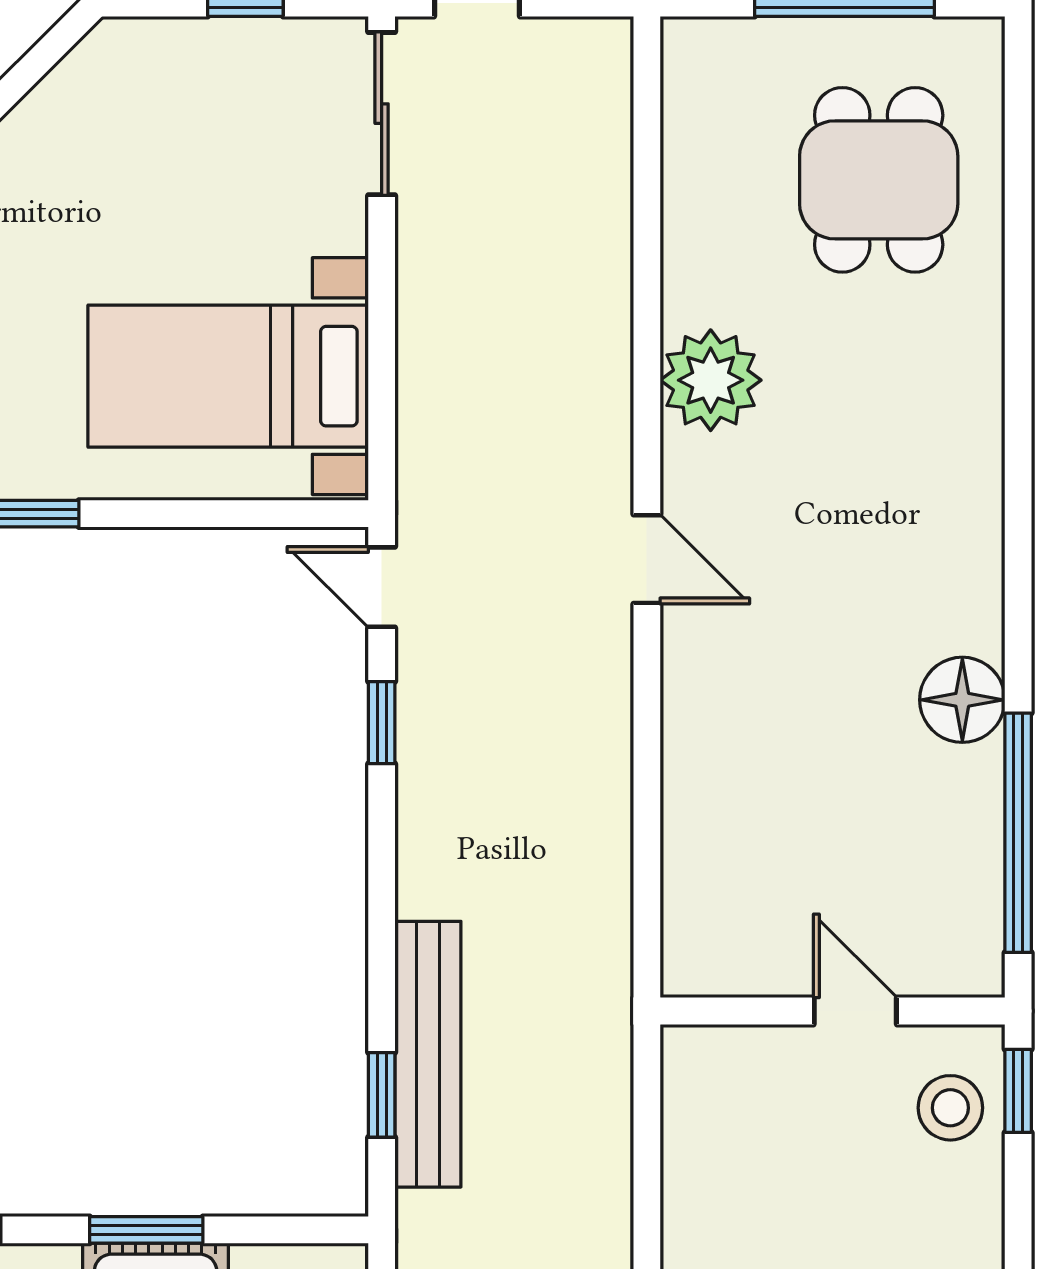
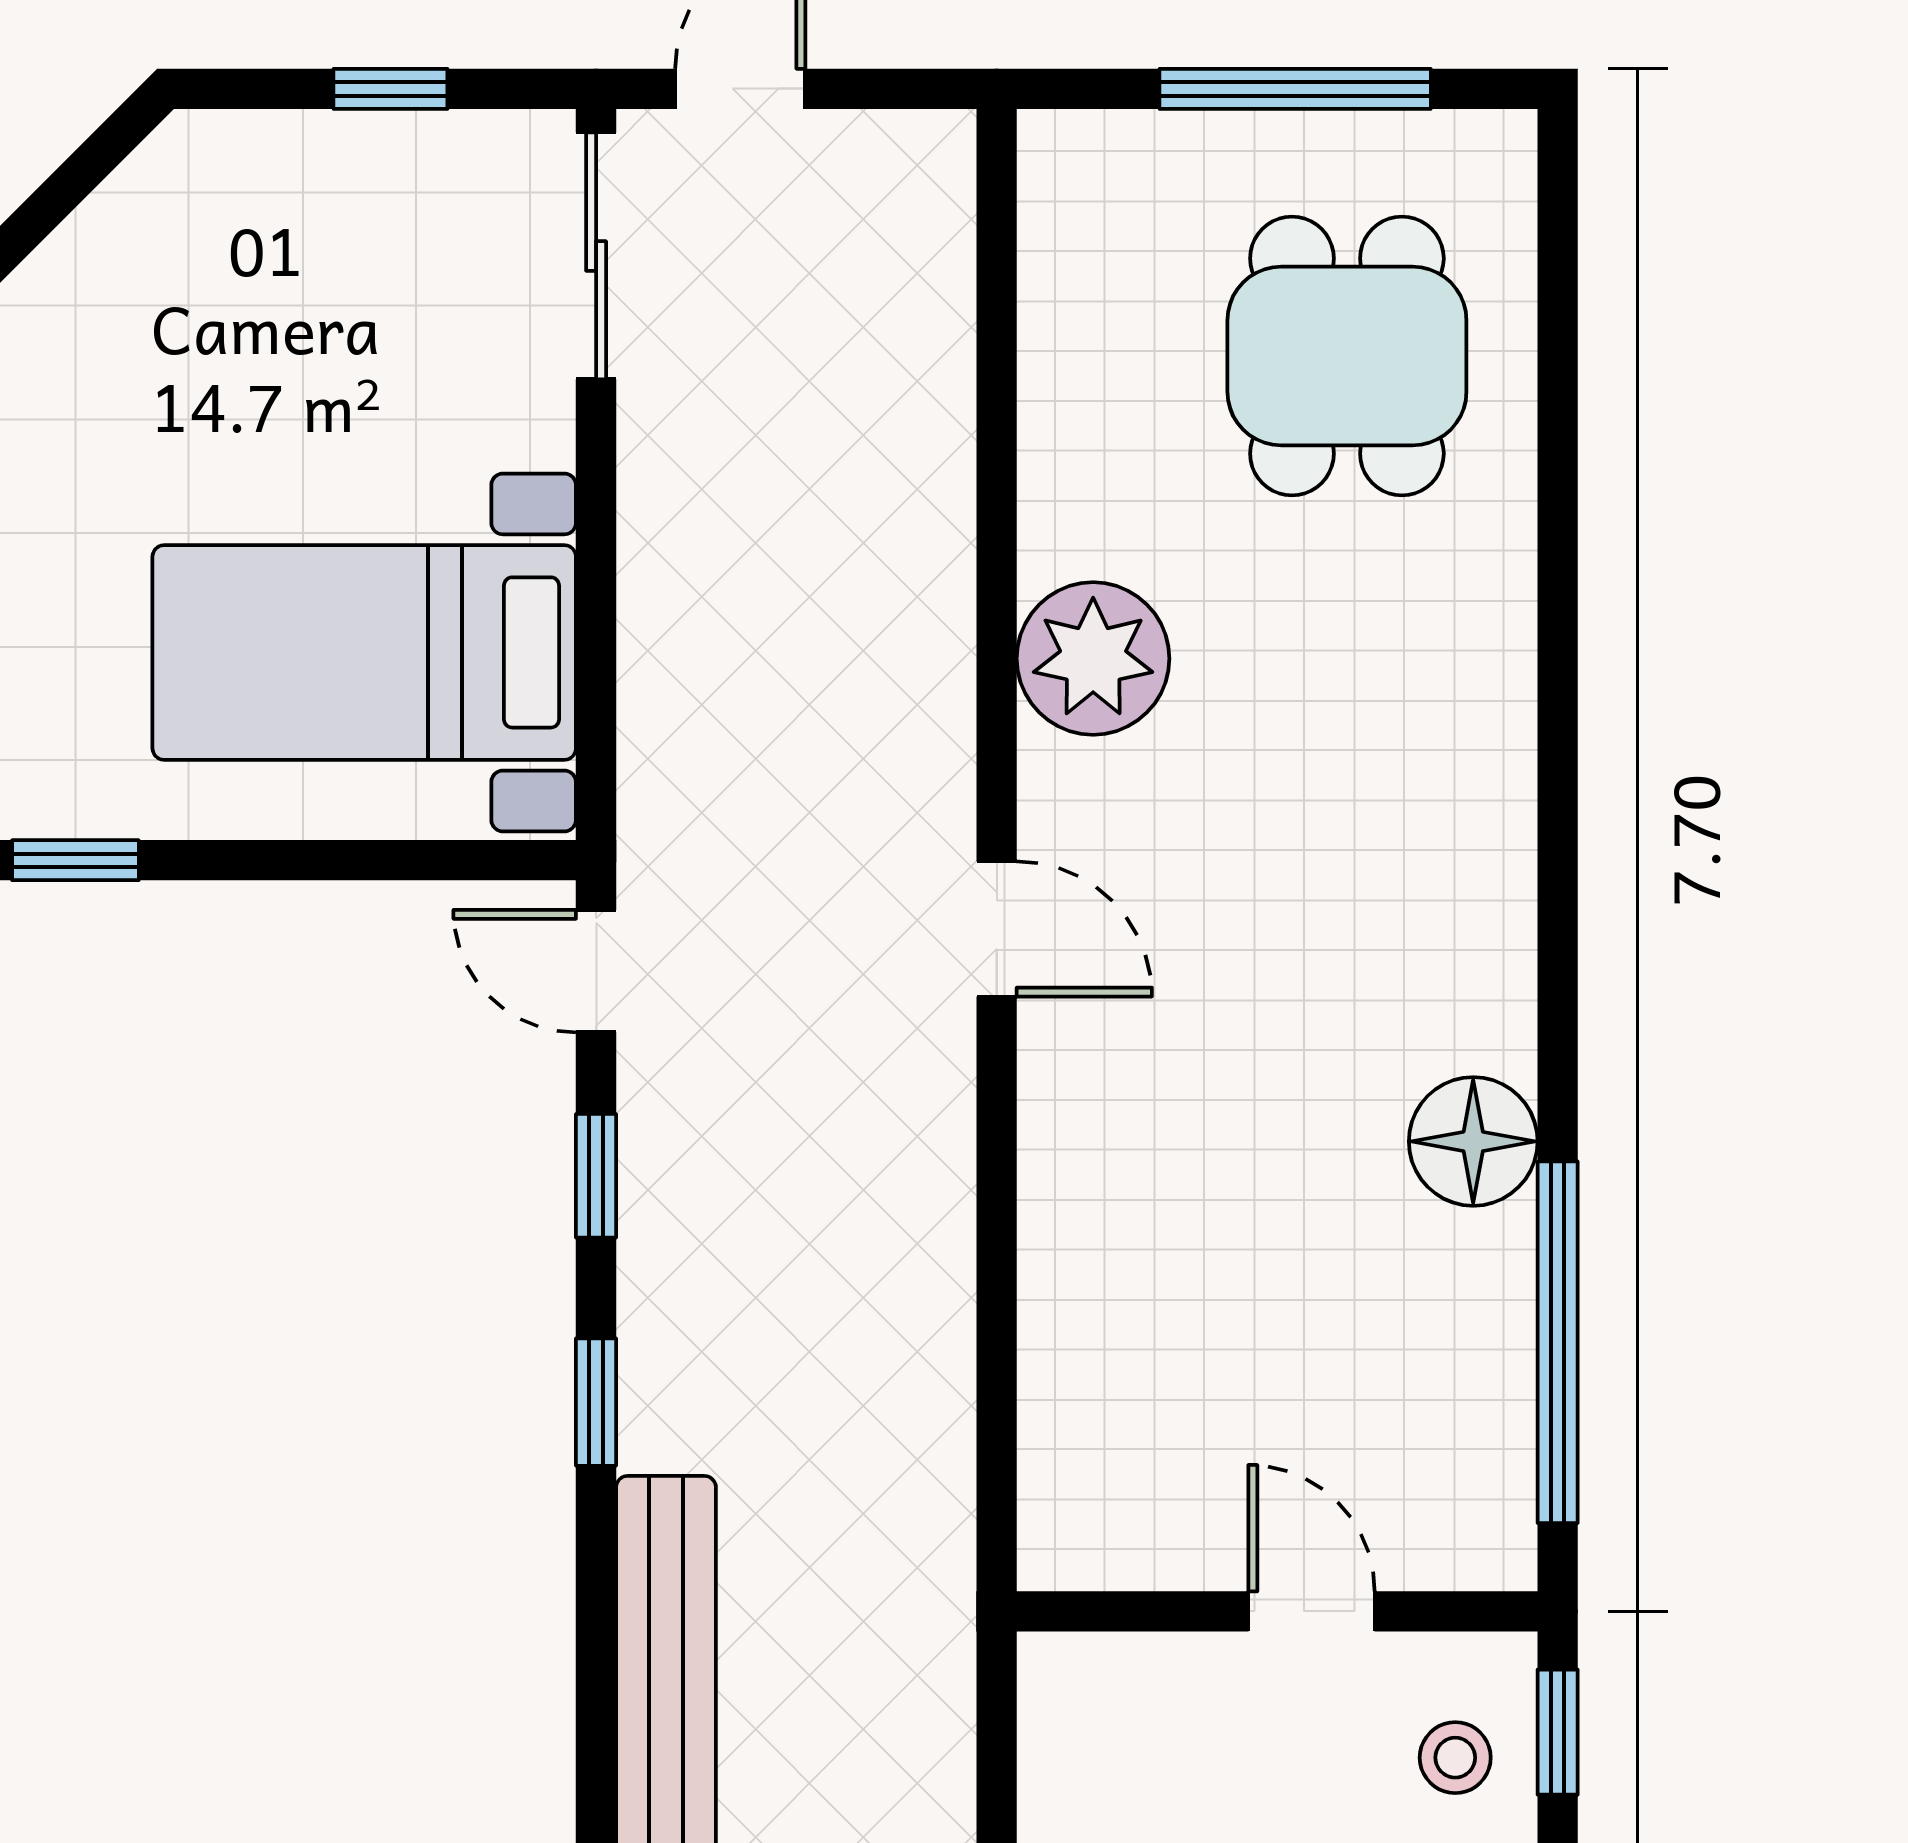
window: (382, 1095) -> (596, 1402), moved
stool: (950, 1108) -> (1455, 1758), width x0.73, depth x0.73

